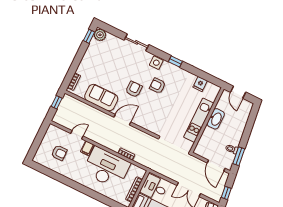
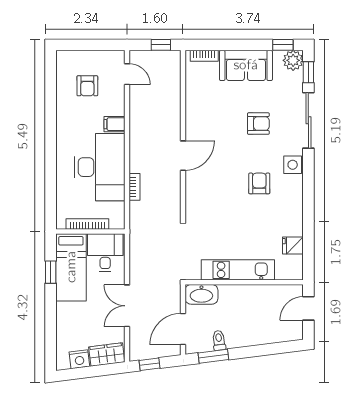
sliding door: (136, 42) -> (308, 120), width x1.37
window: (175, 61) -> (308, 72), moved
armchair: (134, 89) -> (258, 124), moved
sofa: (101, 98) -> (246, 65), moved, turned 90
washbasin: (216, 119) -> (201, 294), moved
door: (122, 120) -> (183, 156), hinge flipped
door: (77, 135) -> (127, 74), moved

